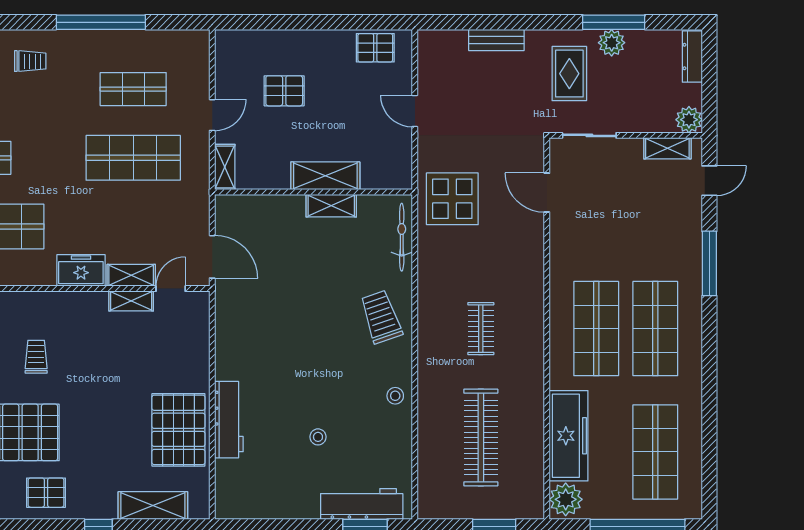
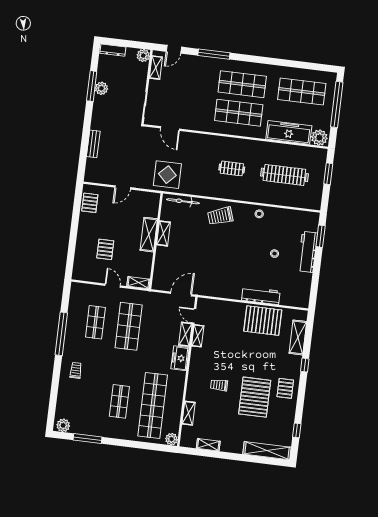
rug: (569, 74) -> (114, 111), removed
door: (709, 181) -> (174, 49), swing flipped
door: (547, 193) -> (170, 129), hinge flipped
workbench: (362, 504) -> (308, 252), moved

